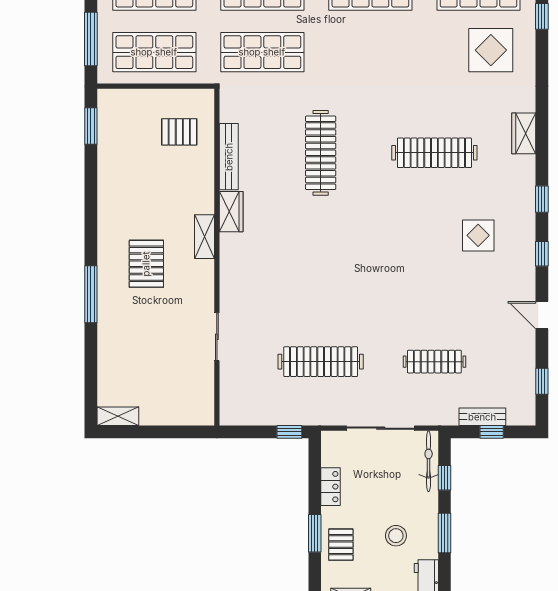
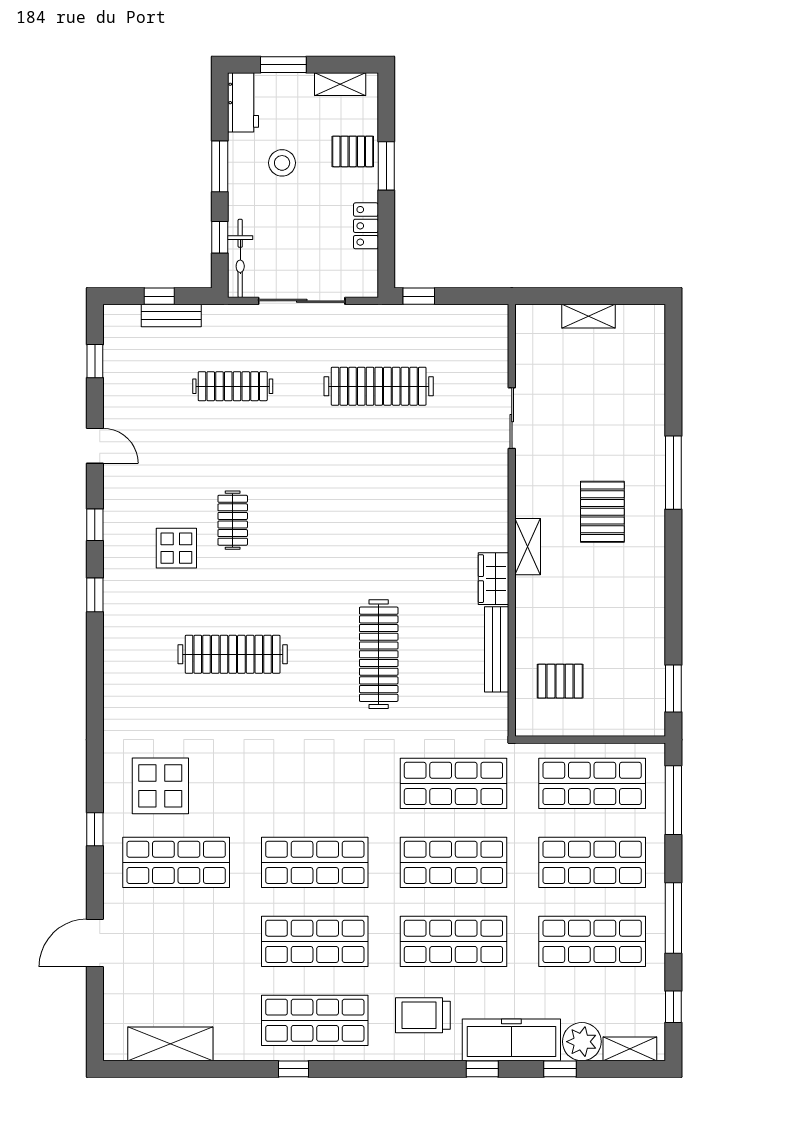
wardrobe: (524, 133) -> (118, 679), removed
clothes rail: (434, 257) -> (233, 520), added
shelving: (118, 416) -> (588, 316), moved
pallet: (341, 545) -> (353, 151), turned 90

